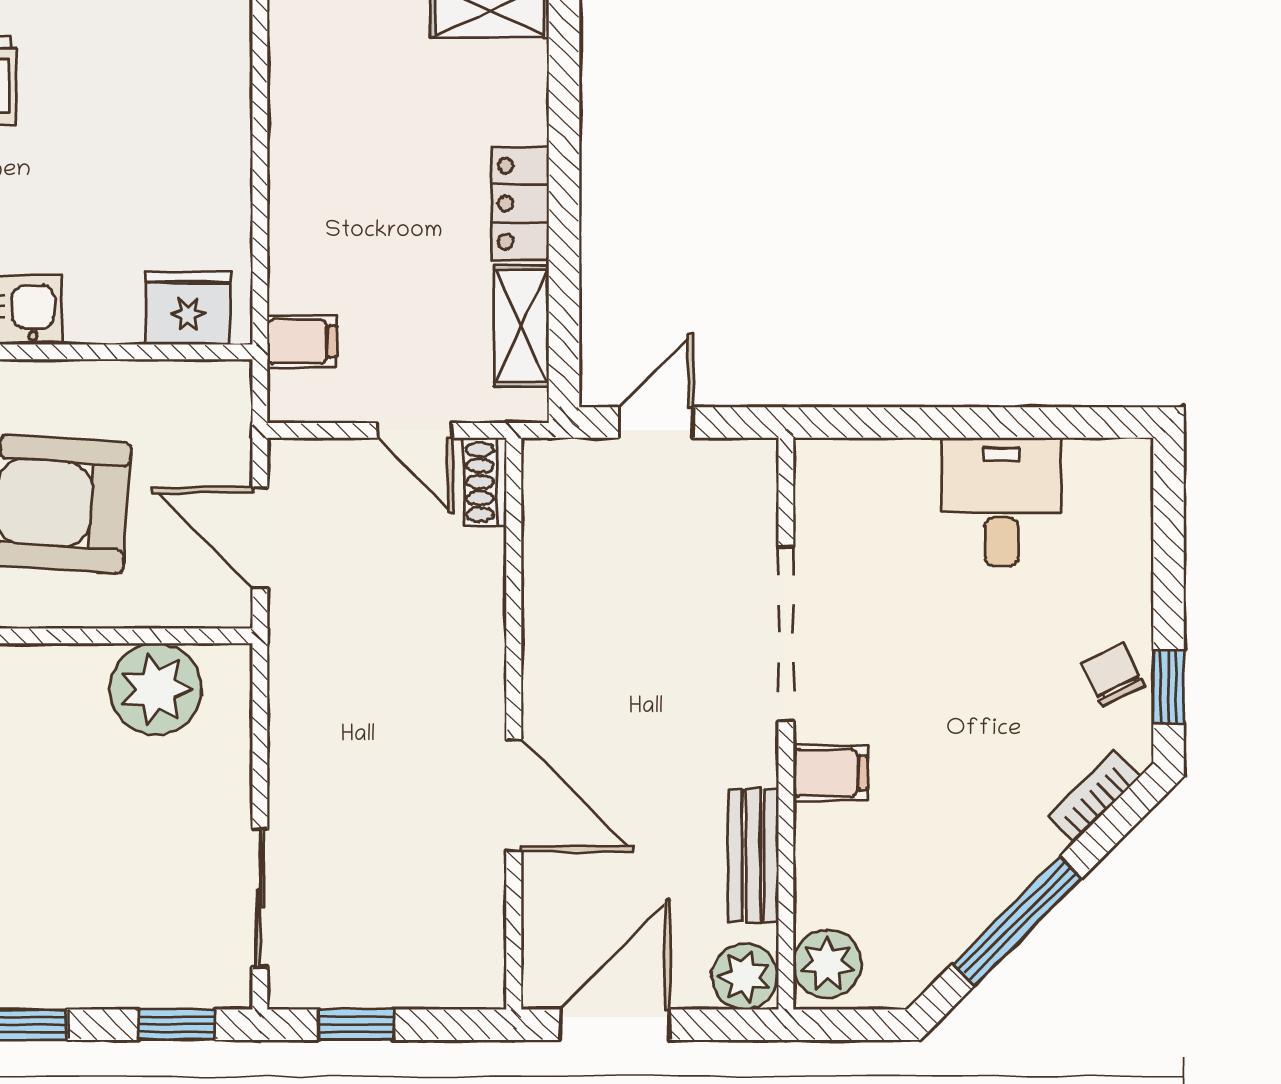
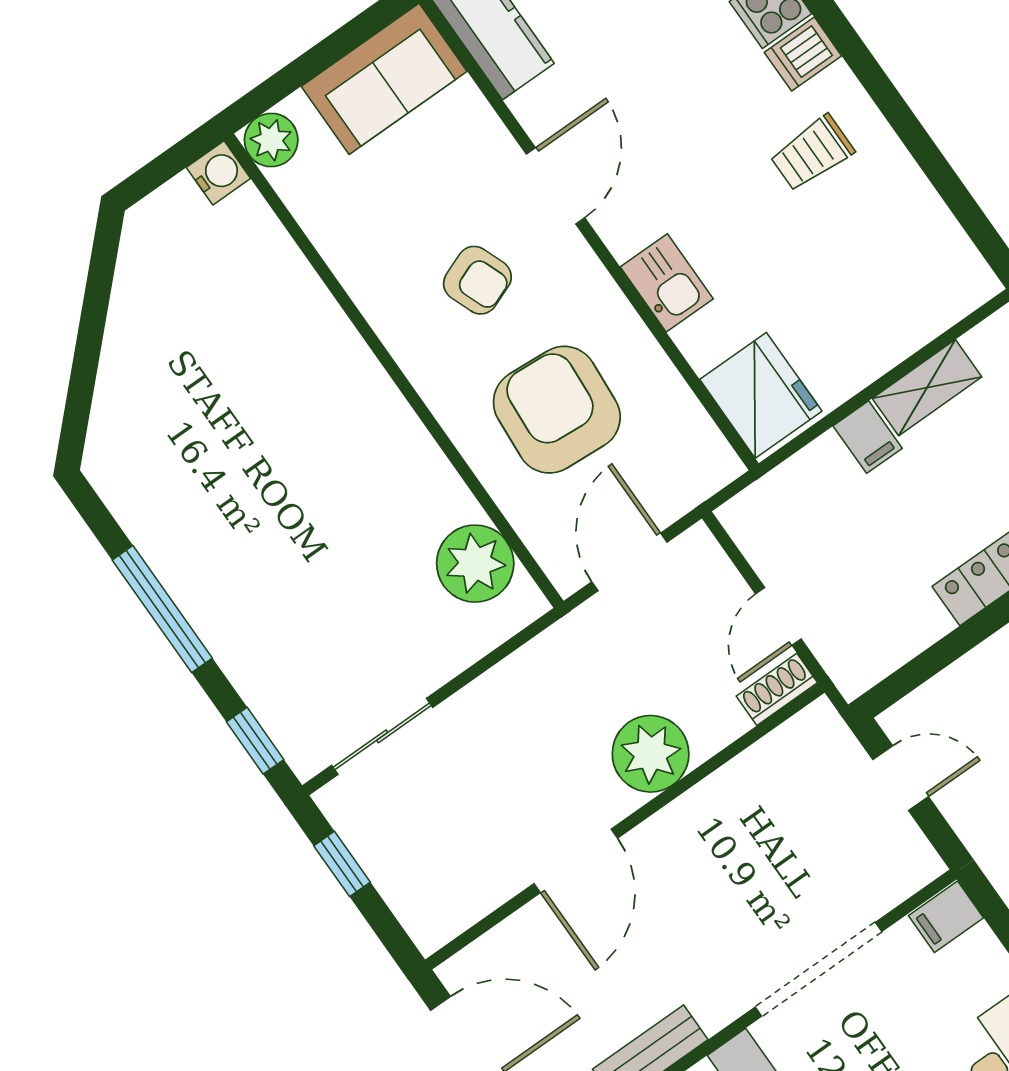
fridge: (188, 308) -> (761, 395), width x1.36, depth x1.34
shelving: (521, 326) -> (927, 388), moved
filing cabinet: (302, 342) -> (868, 437), moved
filing cabinet: (822, 473) -> (946, 917), added
plant: (461, 649) -> (651, 754), added

